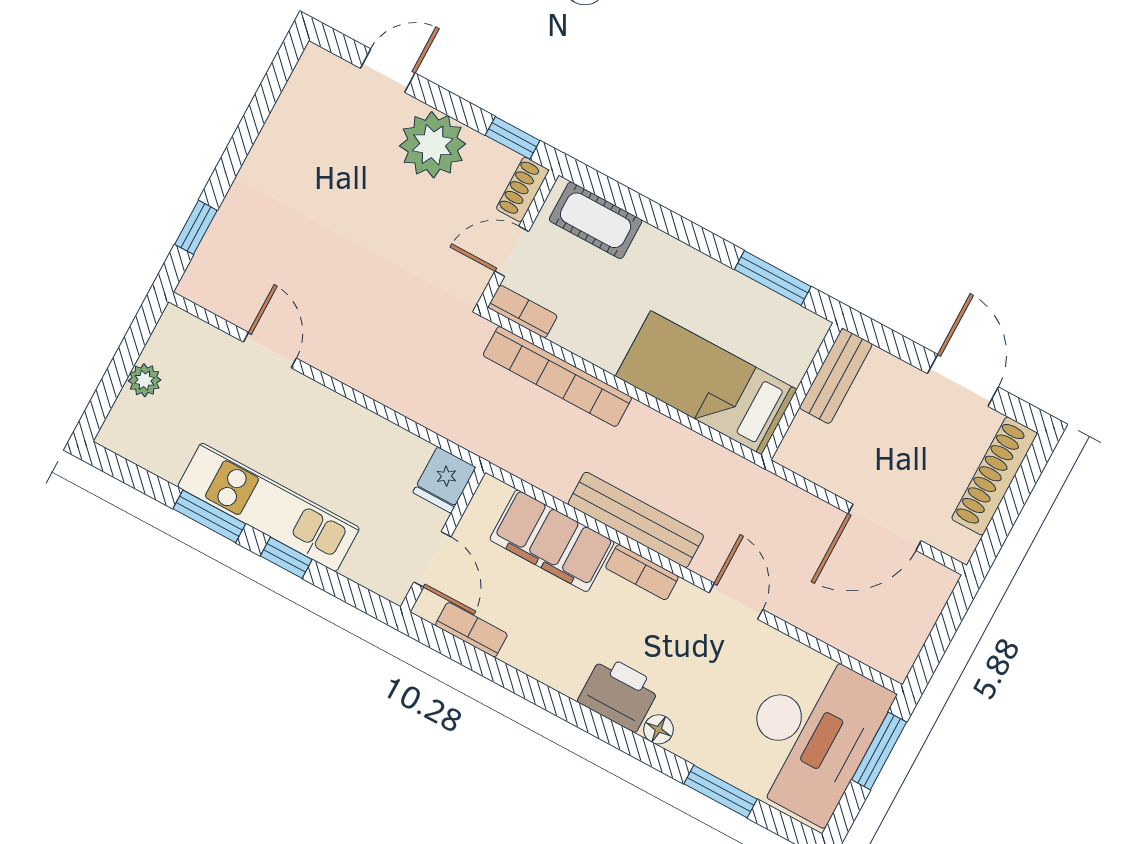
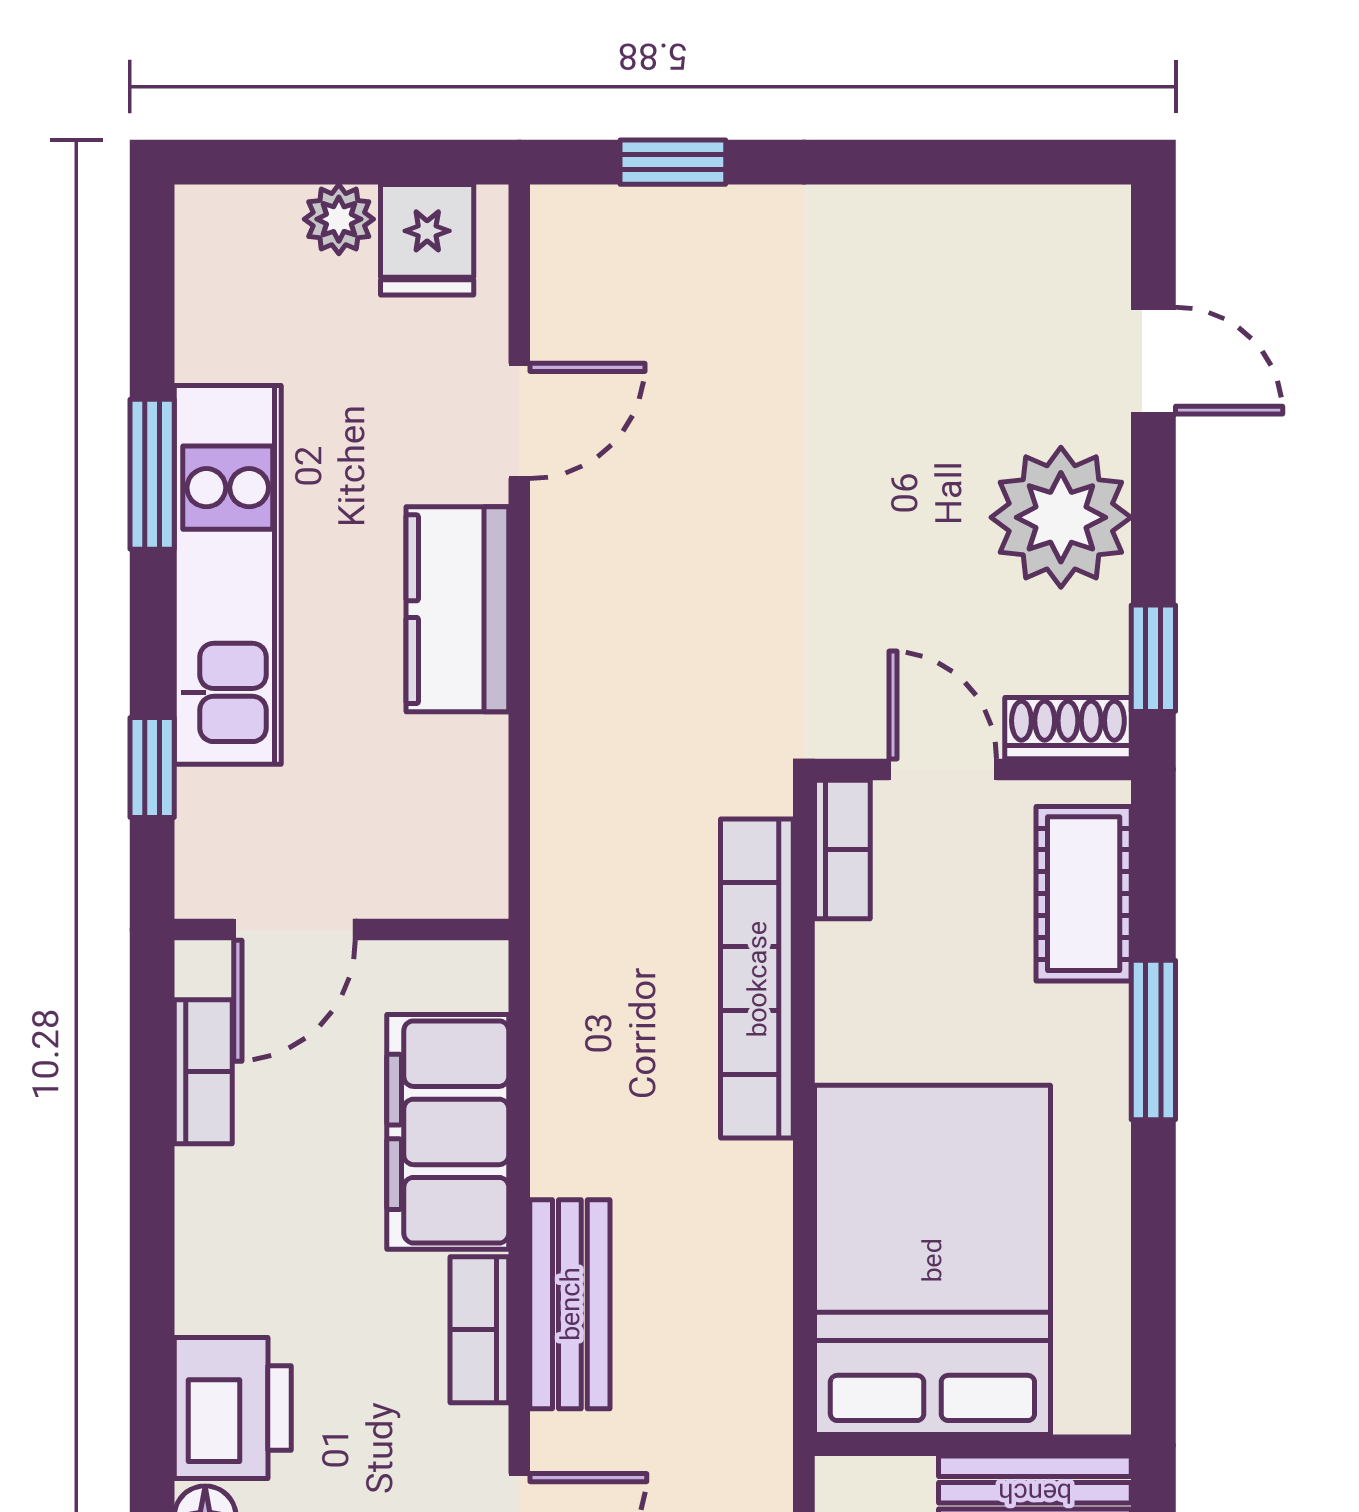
window: (773, 278) -> (1153, 1040), moved
bed: (706, 383) -> (932, 1260), width x1.50
kitchen counter: (335, 419) -> (457, 609), added
fridge: (444, 480) -> (427, 240), moved, turned -90
bench: (636, 520) -> (570, 1304), width x0.73
window: (286, 558) -> (152, 768), moved

